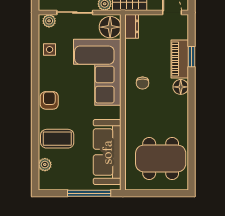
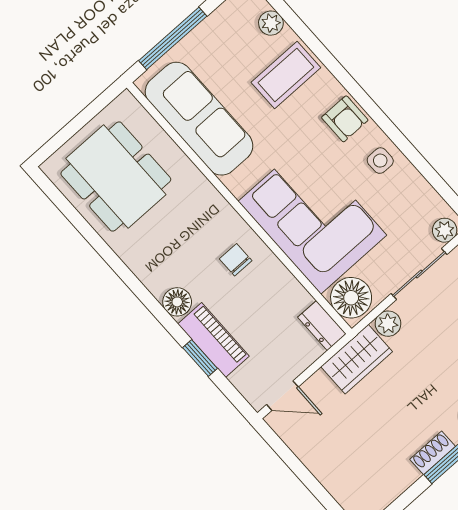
side table: (50, 49) -> (380, 161), moved
dining table: (161, 158) -> (116, 177), turned 90

